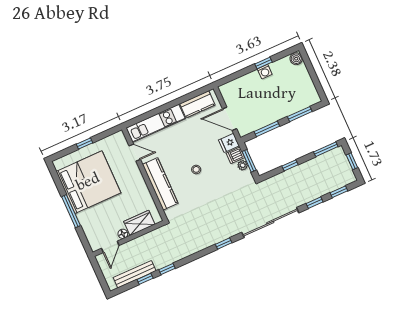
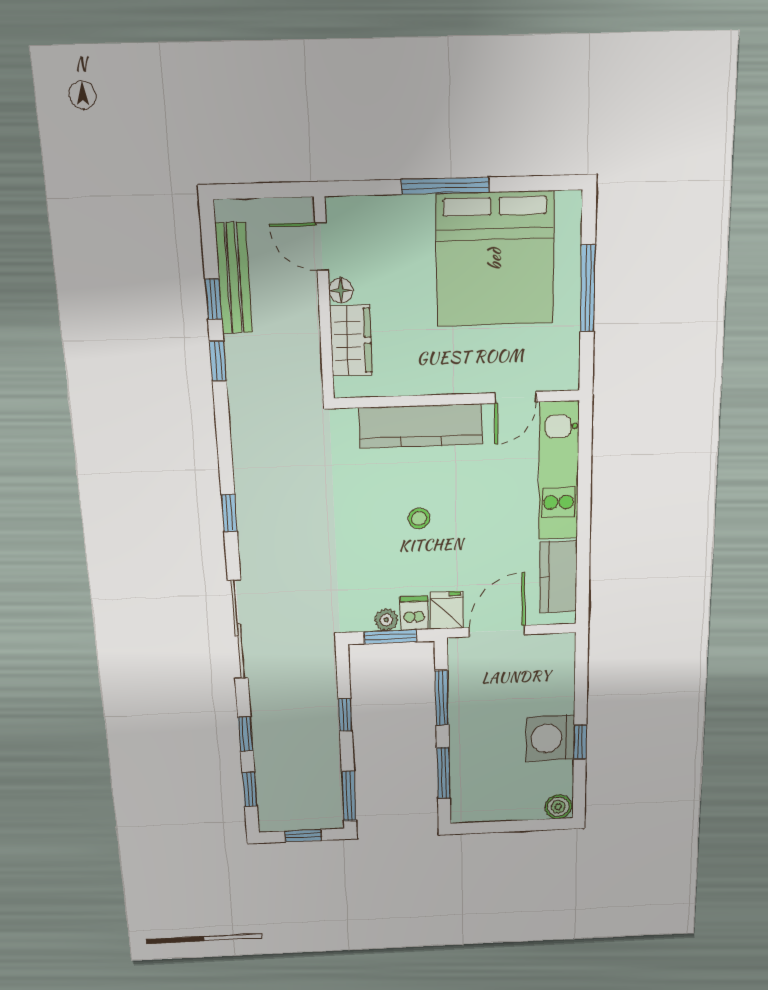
washing machine: (265, 72) -> (550, 738), width x1.89, depth x1.89
window: (84, 143) -> (588, 288), width x2.17
sliding door: (270, 223) -> (238, 630), width x0.73

